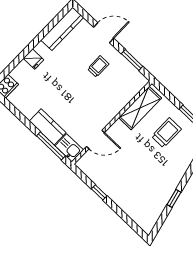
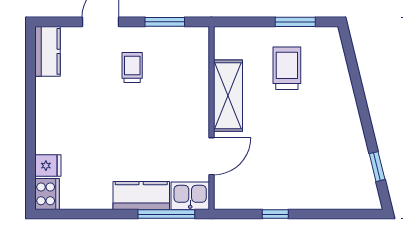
kitchen counter: (62, 29) -> (48, 51), width x0.67
fridge: (33, 59) -> (48, 166), moved
shelving: (140, 108) -> (228, 96), moved
window: (174, 198) -> (377, 167), moved

